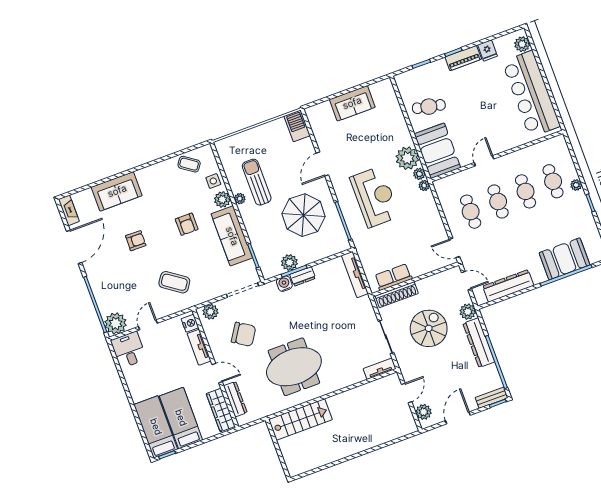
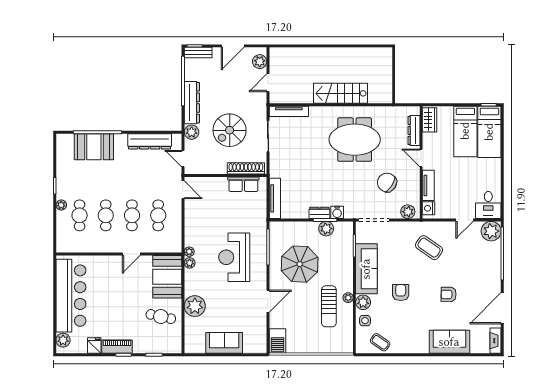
plant: (407, 158) -> (195, 306), moved
tv unit: (380, 369) -> (289, 111), width x1.41
wardrobe: (221, 410) -> (430, 120), width x0.67
stairs: (300, 419) -> (341, 93), moved

